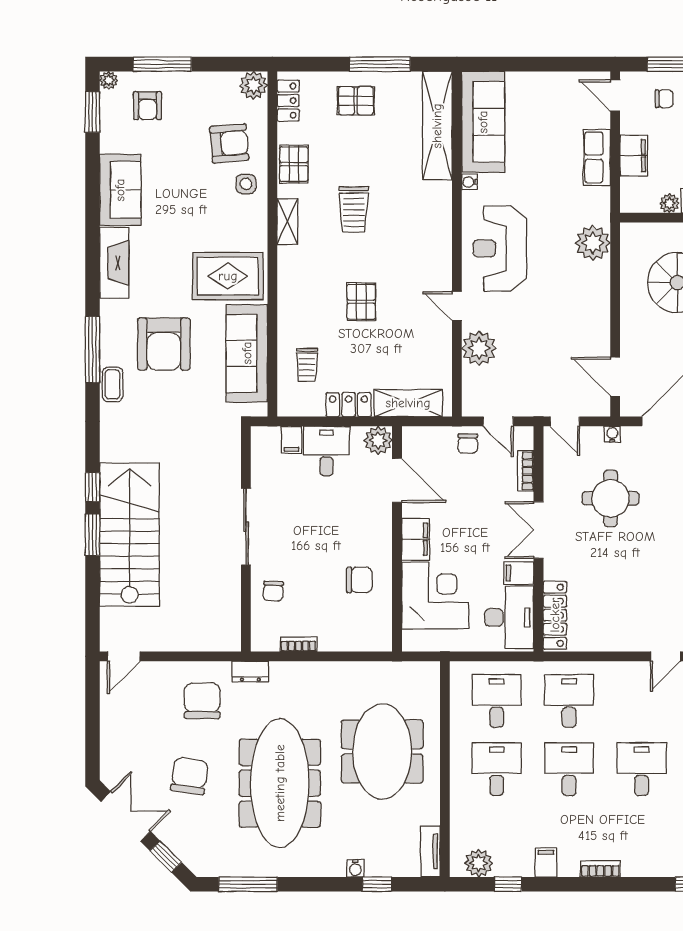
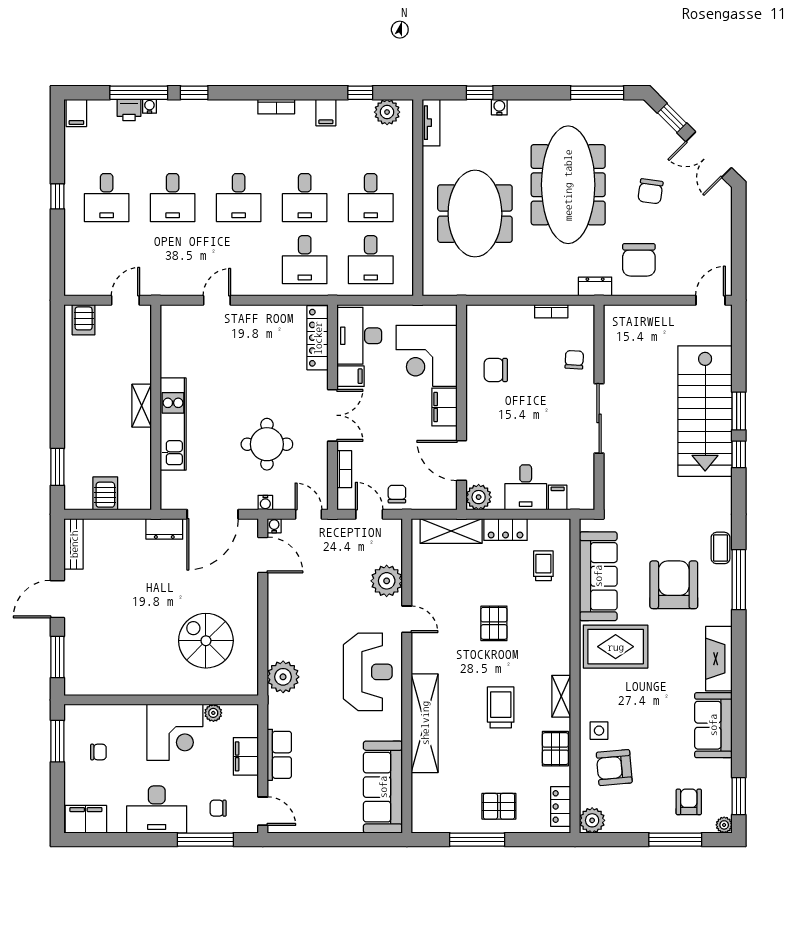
shelving: (437, 126) -> (425, 723), moved
water cooler: (470, 182) -> (274, 526), moved, turned -90
chair: (189, 776) -> (650, 191), width x0.73, depth x0.73

